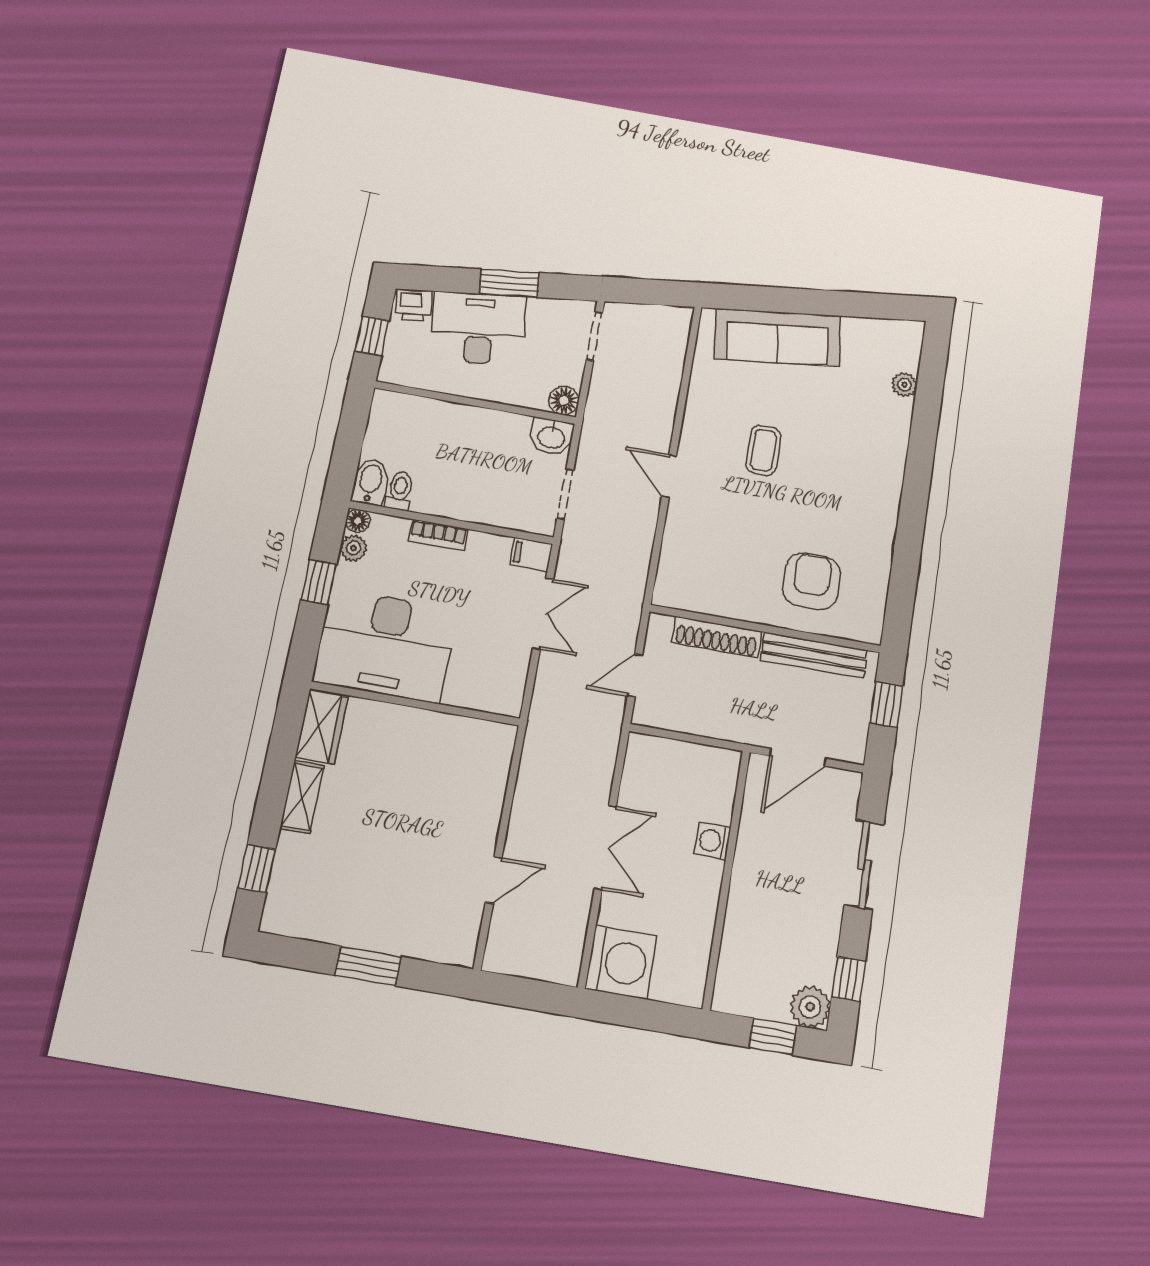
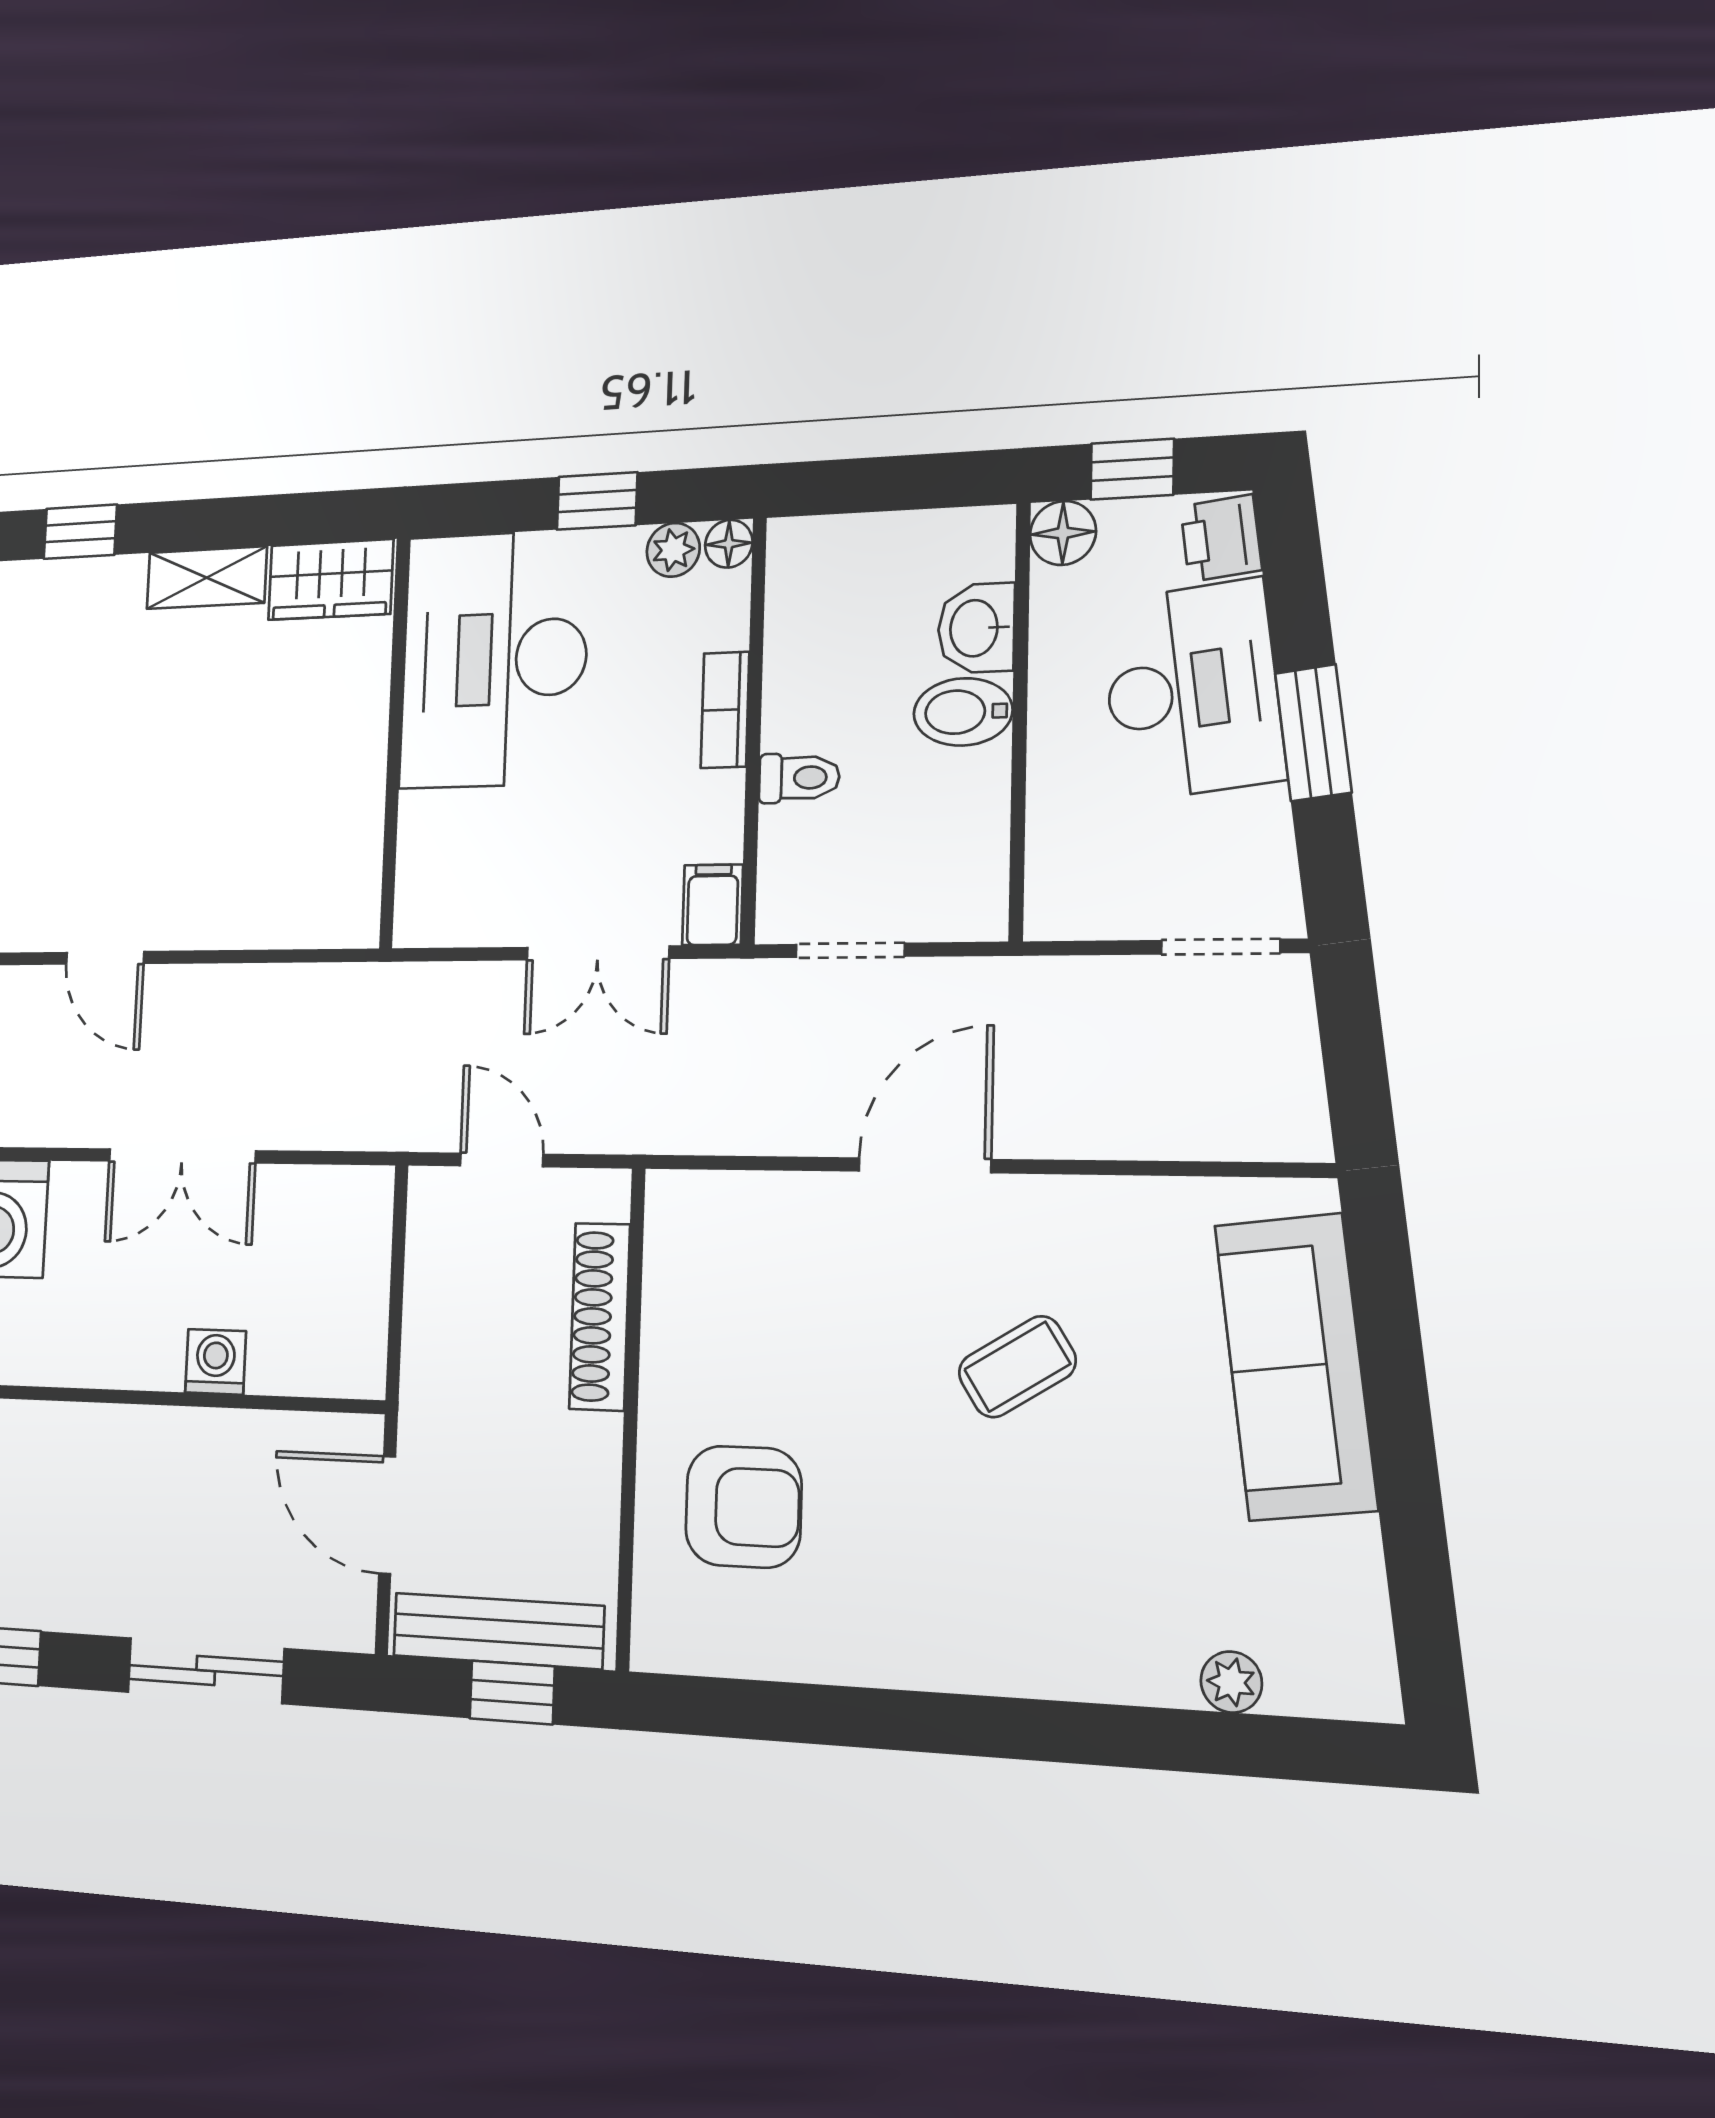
floor lamp: (564, 401) -> (1063, 533), moved
washbasin: (551, 437) -> (976, 628), moved
coffee table: (763, 450) -> (1017, 1367), turned -32
door: (669, 476) -> (925, 1165), width x1.38
bidet: (370, 482) -> (963, 712), moved, turned 180
toilet: (400, 491) -> (799, 778), moved
bench: (814, 655) -> (498, 1631), moved, turned 90

